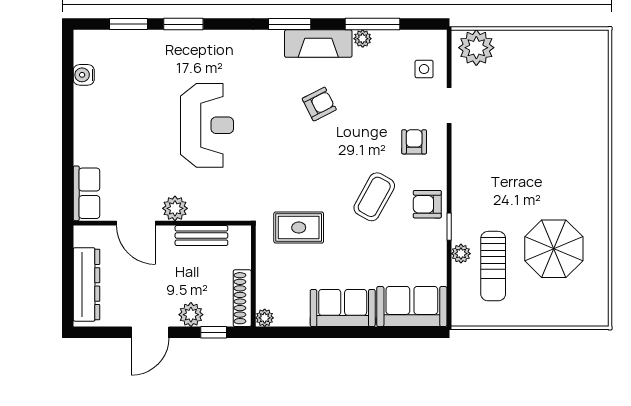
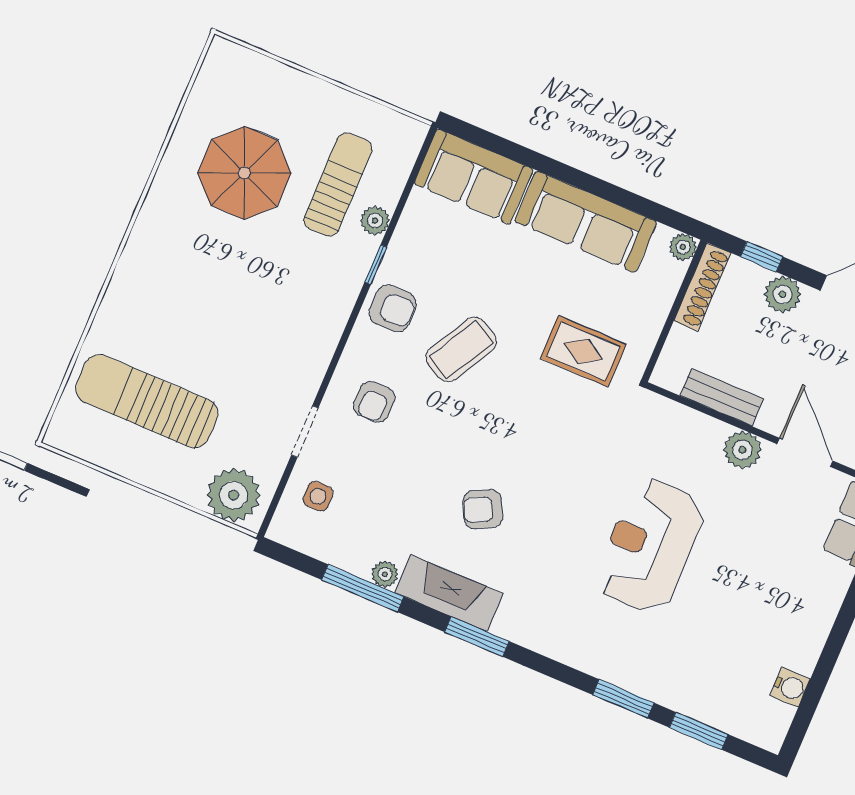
sun lounger: (554, 83) -> (147, 401), added
sofa: (343, 308) -> (586, 222), width x1.36

